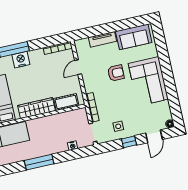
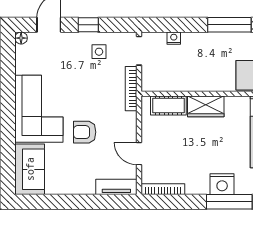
sofa: (134, 37) -> (30, 169), moved, turned 90
tv unit: (103, 39) -> (116, 187), moved
door: (78, 67) -> (139, 154), swing flipped
wardrobe: (37, 108) -> (206, 106), width x0.67

